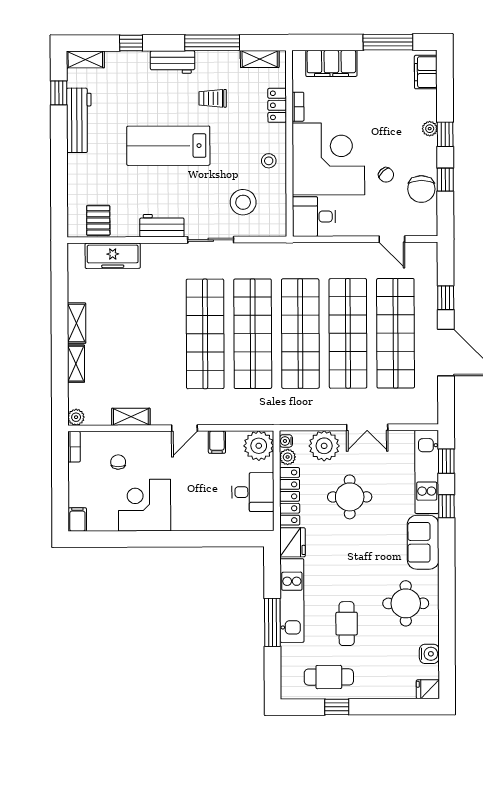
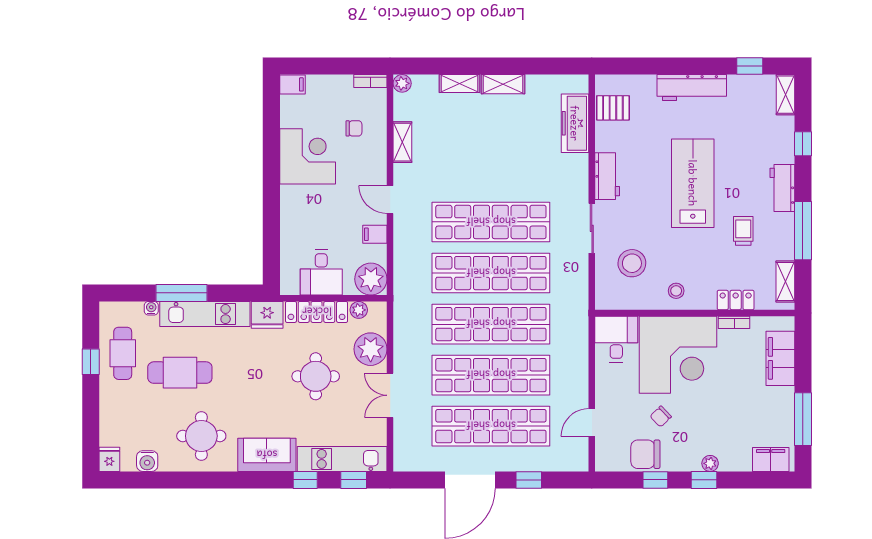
workbench: (79, 120) -> (692, 87), moved
water cooler: (286, 441) -> (151, 308), moved
cafe table: (347, 624) -> (180, 373), width x1.37, depth x1.35

